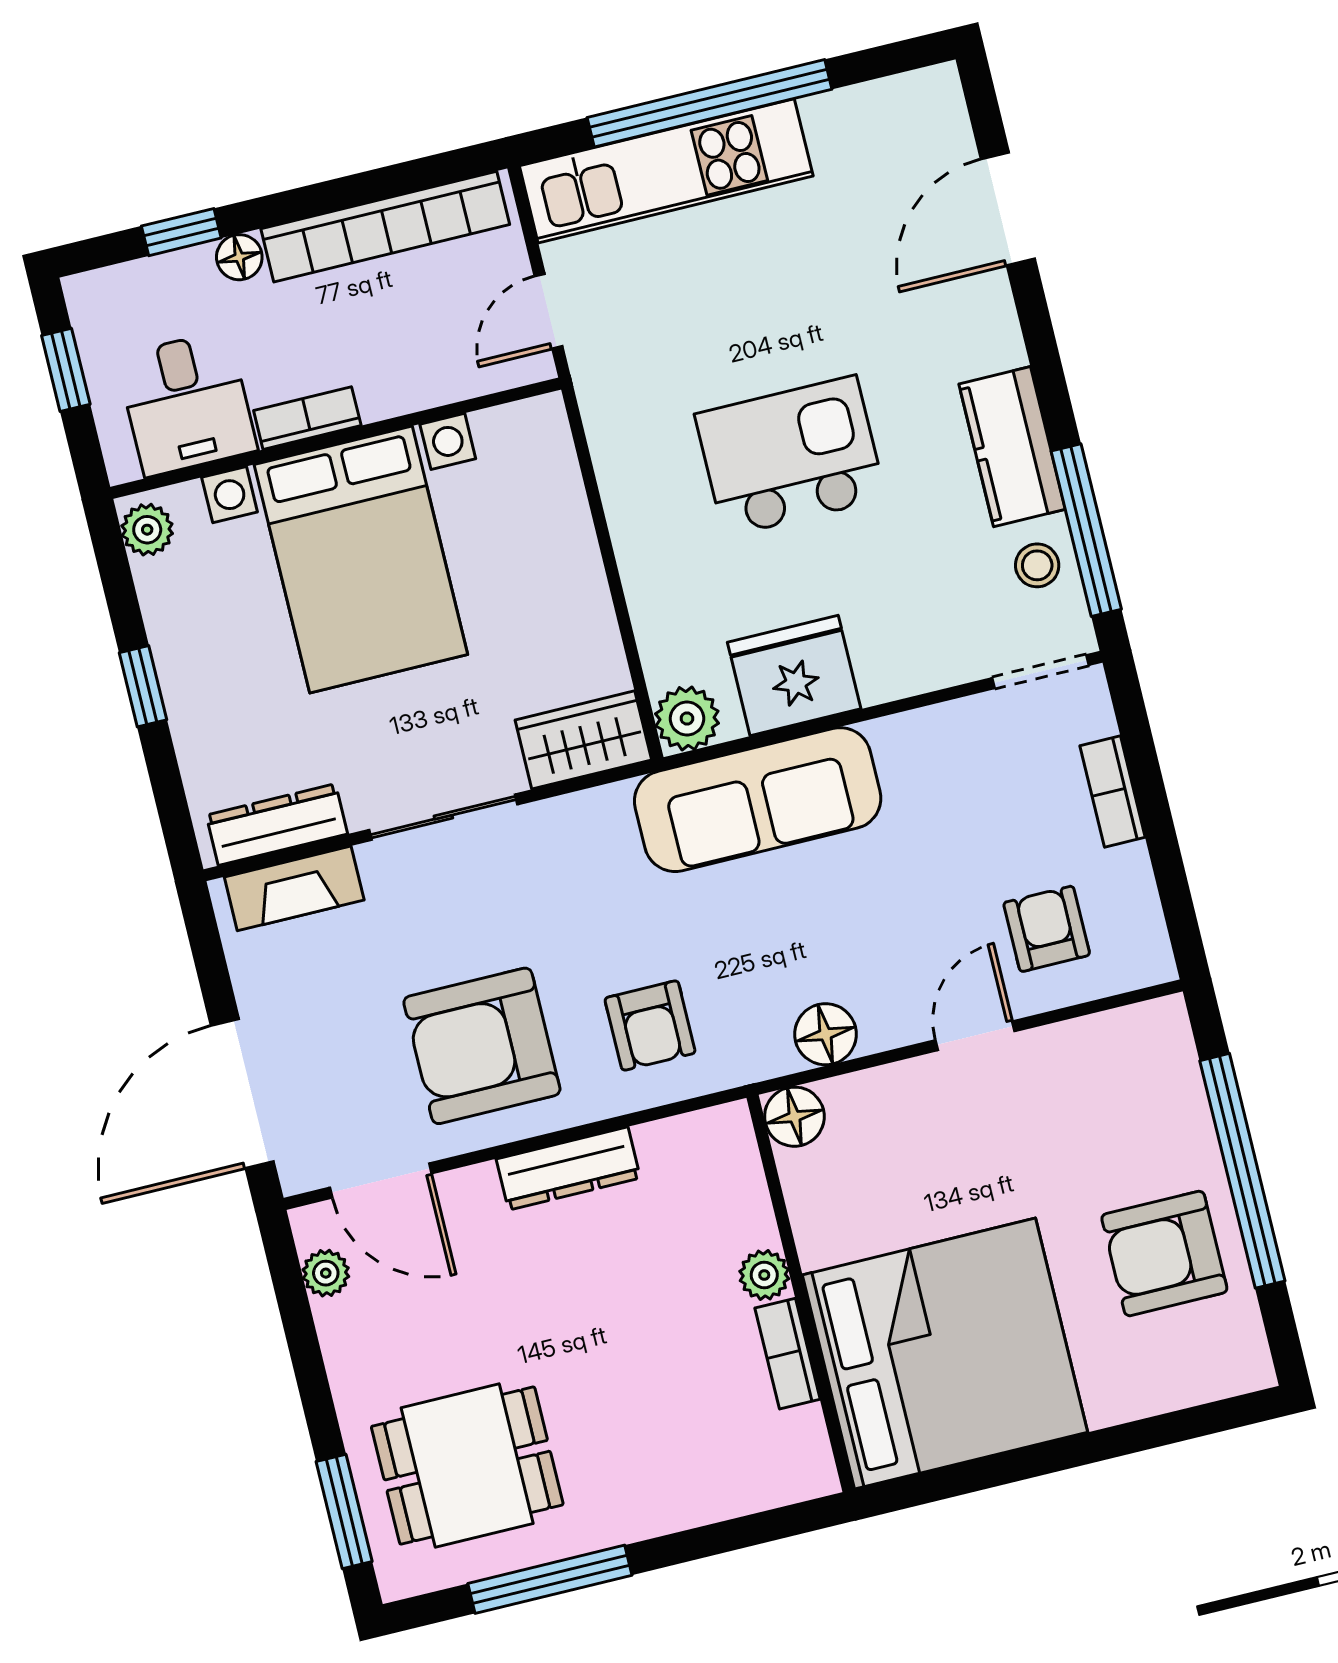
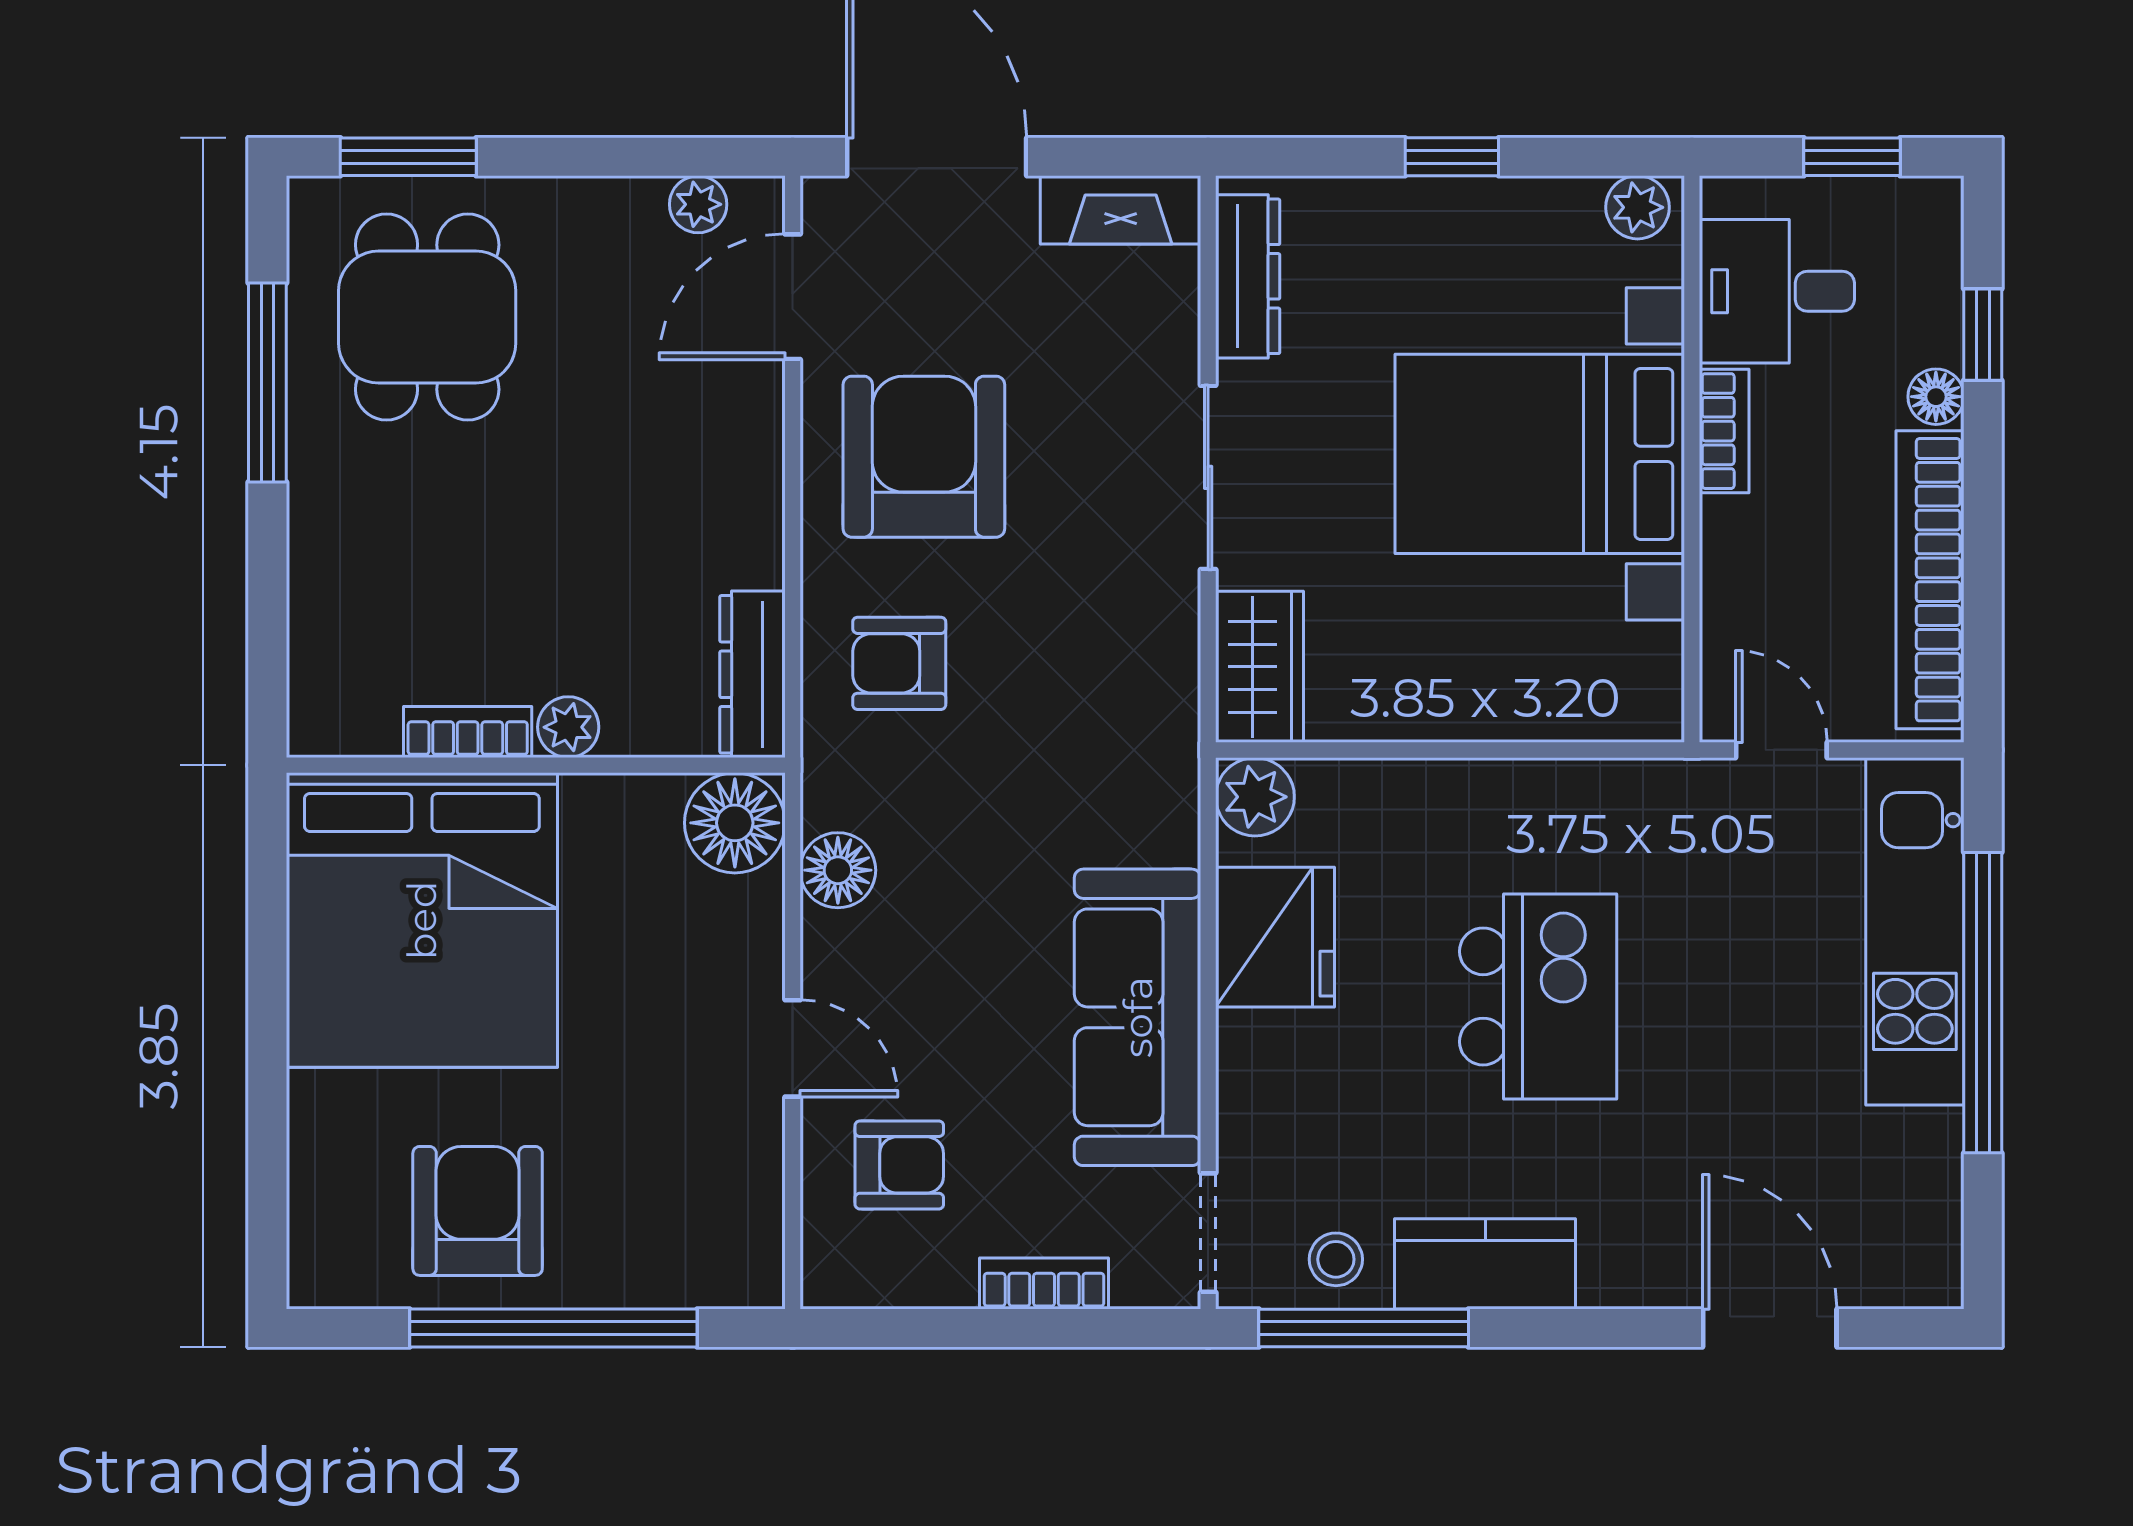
sofa: (758, 800) -> (1138, 1017), moved
fireplace: (294, 888) -> (1121, 210), moved, turned -90
floor lamp: (794, 1117) -> (735, 823), width x1.38, depth x1.38
dresser: (568, 1168) -> (752, 674), moved

